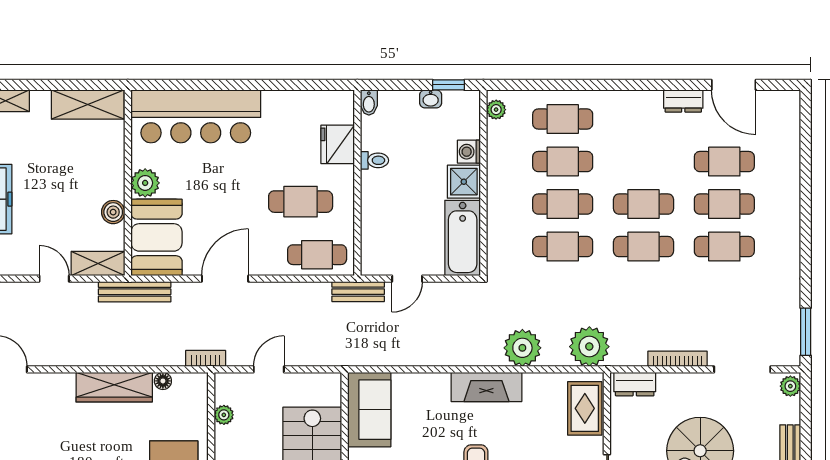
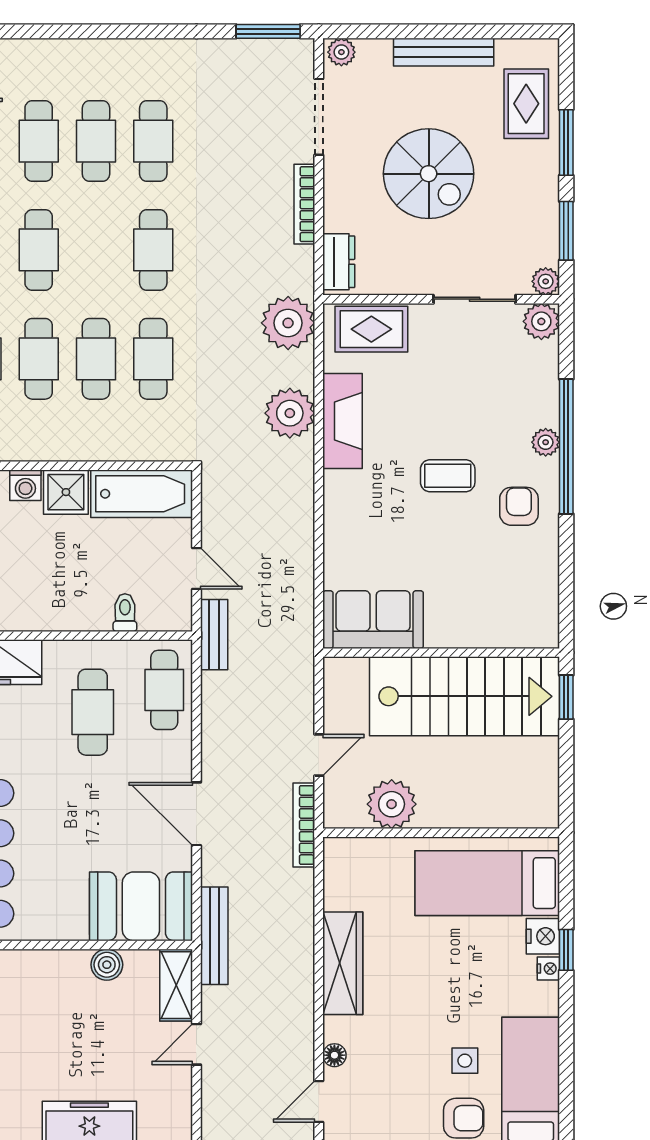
toilet: (374, 160) -> (125, 613), moved
plant: (145, 183) -> (68, 922), removed
cafe table: (644, 204) -> (39, 250), moved
bookcase: (206, 358) -> (304, 825), width x1.56
door: (269, 369) -> (319, 755), swing flipped
floor lamp: (163, 381) -> (334, 1055), moved
fireplace: (486, 387) -> (343, 421), moved
plant: (224, 415) -> (392, 804), width x1.88, depth x1.88

